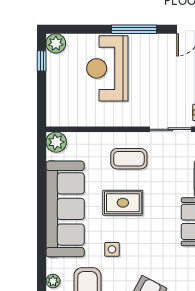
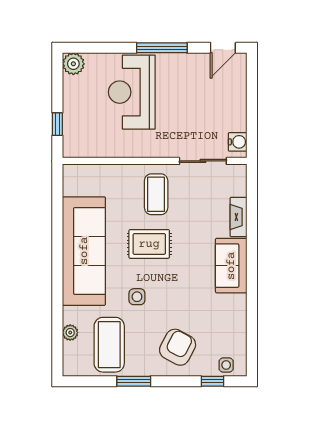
window: (42, 61) -> (57, 124), moved
plant: (56, 142) -> (74, 175), removed
coffee table: (129, 159) -> (156, 194), turned 90

